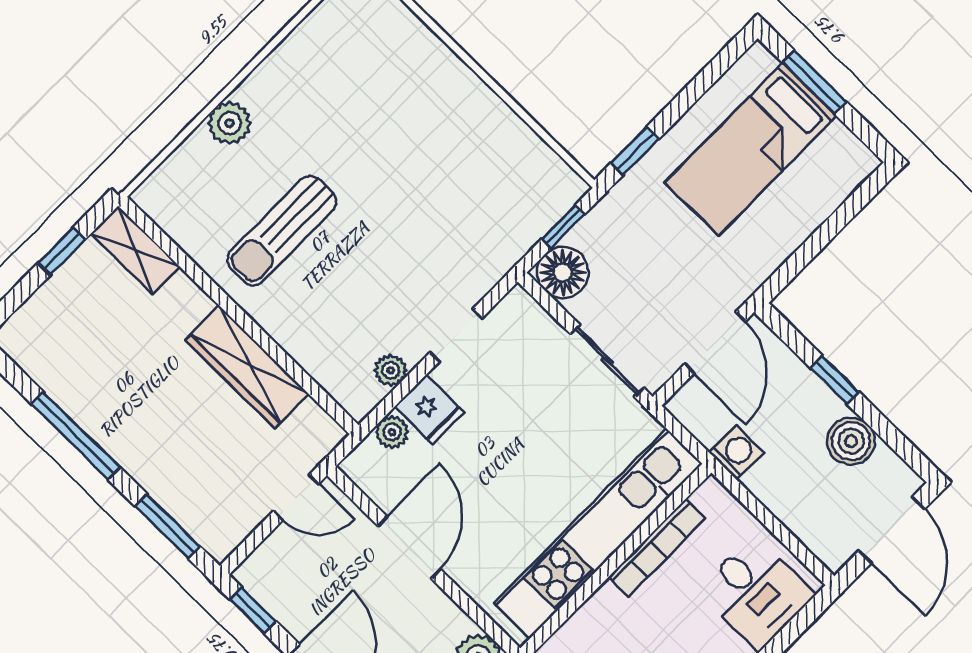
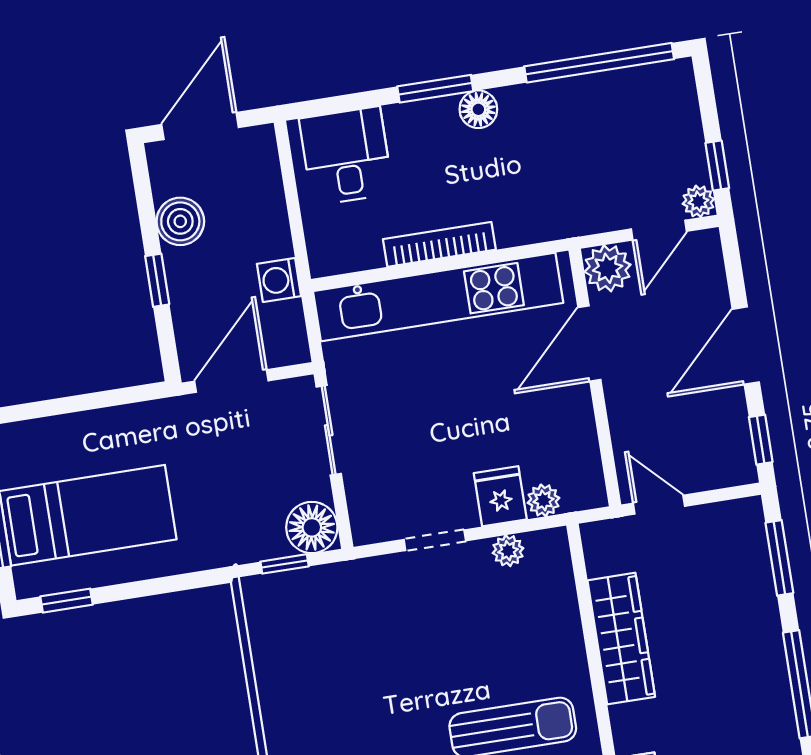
window: (635, 151) -> (66, 601), moved
door: (409, 547) -> (589, 344), moved
bookcase: (657, 548) -> (439, 244), moved

